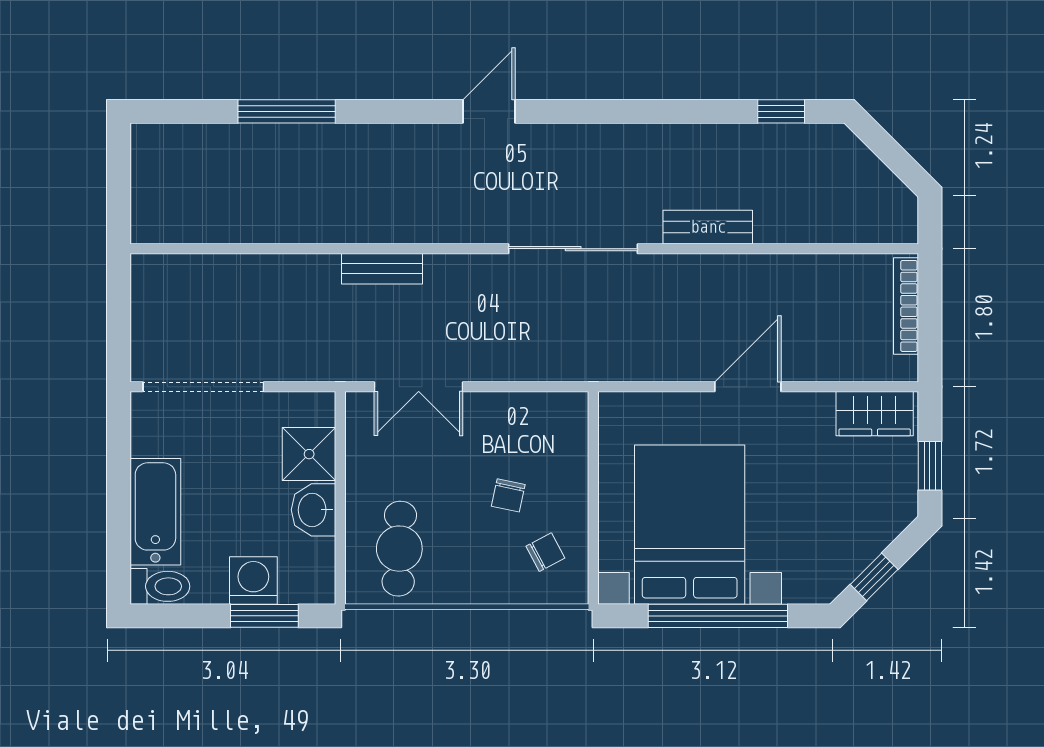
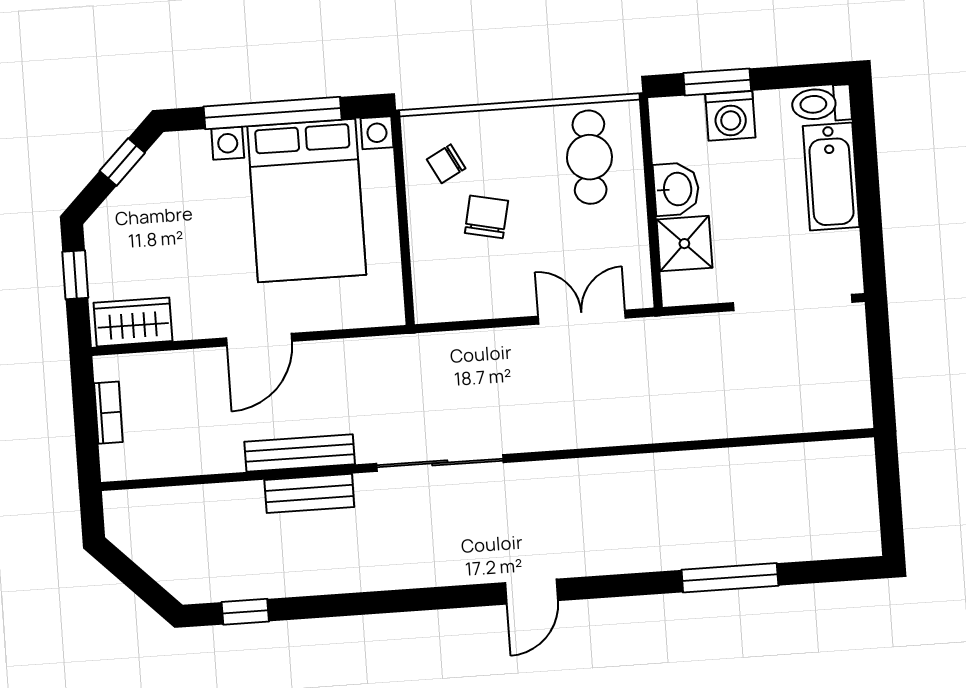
bench: (382, 269) -> (300, 453), moved, width x1.36
bookcase: (906, 306) -> (108, 413), width x0.64
chair: (508, 495) -> (486, 217), width x1.37, depth x1.37

